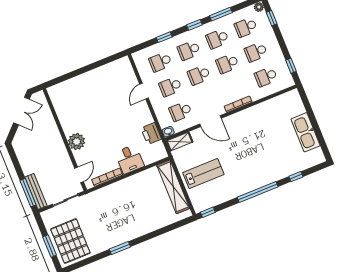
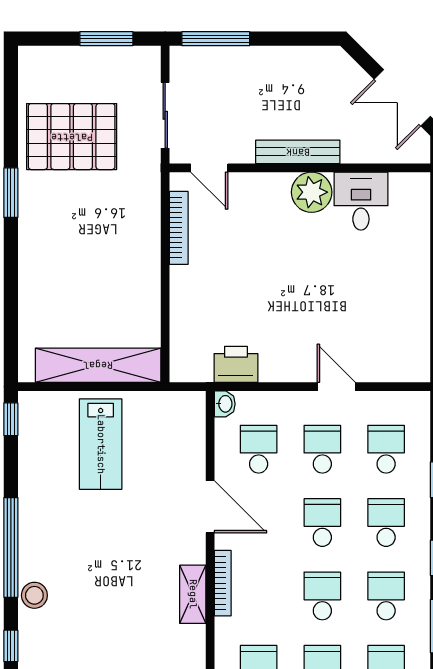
door: (210, 121) -> (210, 507), swing flipped
plant: (77, 142) -> (312, 192), moved
shelving: (180, 142) -> (193, 594), moved
desk: (130, 159) -> (361, 201), moved, turned 90
stool: (273, 175) -> (34, 595), added
bench: (36, 191) -> (298, 152), moved
pallet: (70, 241) -> (72, 137), moved
window: (50, 246) -> (106, 39), moved

